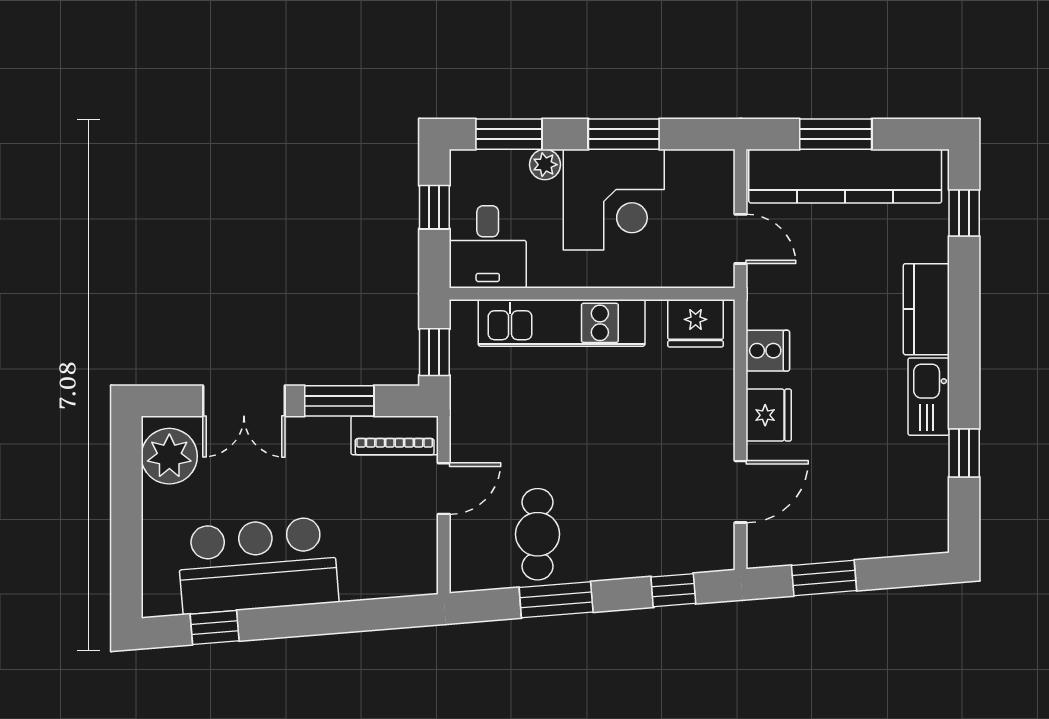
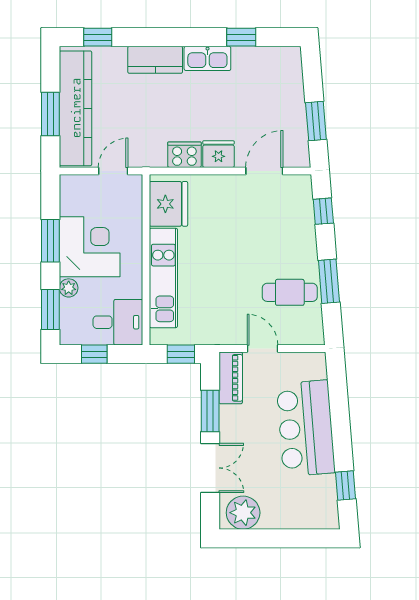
fridge: (696, 323) -> (168, 204), width x1.36, depth x1.34
cooker: (768, 351) -> (184, 155), width x1.36
door: (741, 492) -> (264, 171), hinge flipped
bar counter: (258, 565) -> (306, 428), moved

